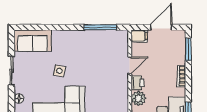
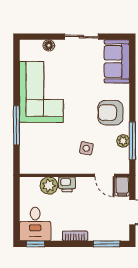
plant: (100, 35) -> (123, 141), added
armchair: (76, 46) -> (110, 113), added
door: (130, 65) -> (104, 175), moved
side table: (59, 71) -> (86, 148), moved

